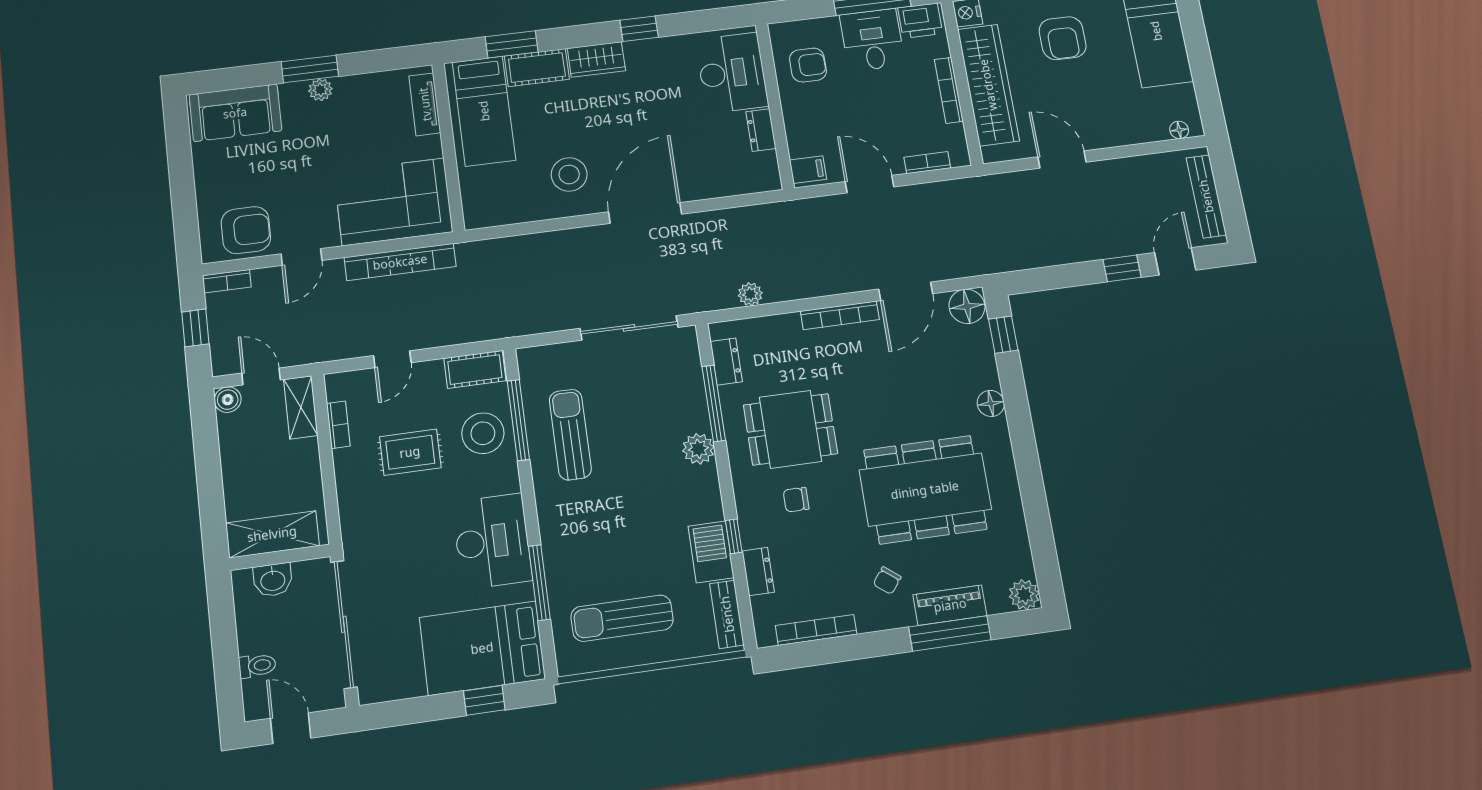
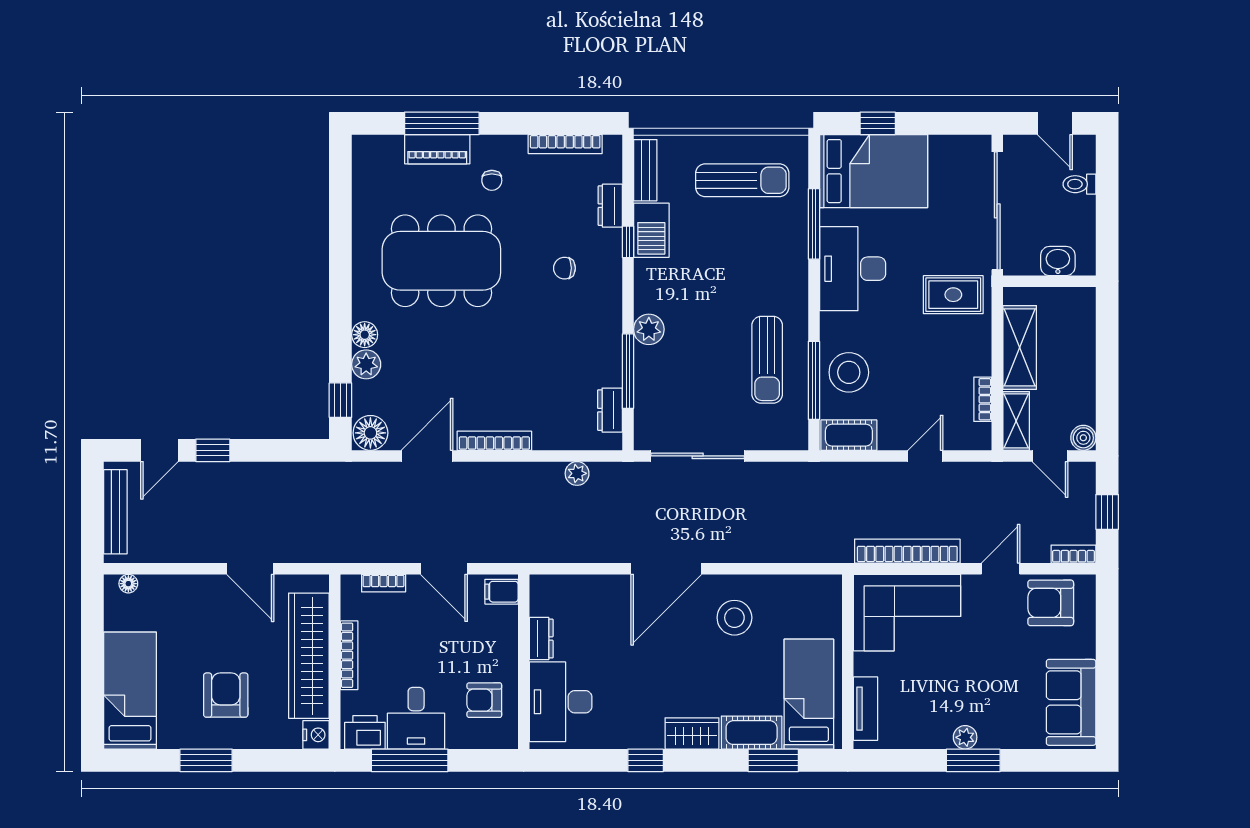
sofa: (235, 113) -> (1071, 702), moved, turned -90
dining table: (790, 429) -> (559, 336), removed
rug: (410, 452) -> (953, 295), moved
chair: (796, 500) -> (564, 268), turned 180
shelving: (272, 534) -> (1020, 347), moved, turned 90
chair: (887, 581) -> (492, 180), turned 142
plant: (1024, 595) -> (366, 364), moved

